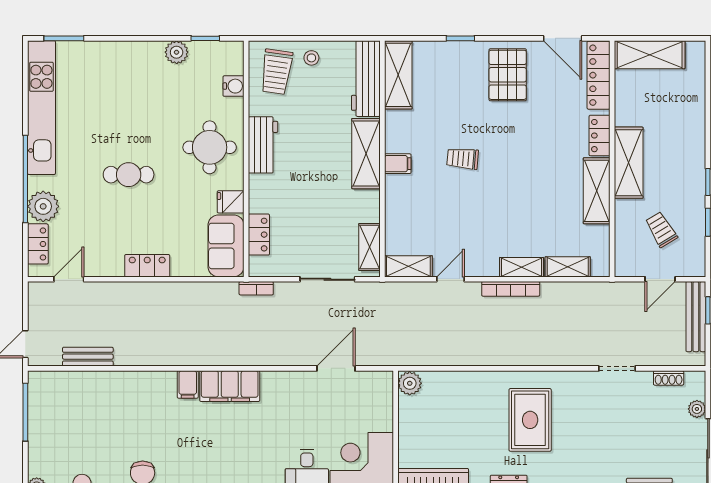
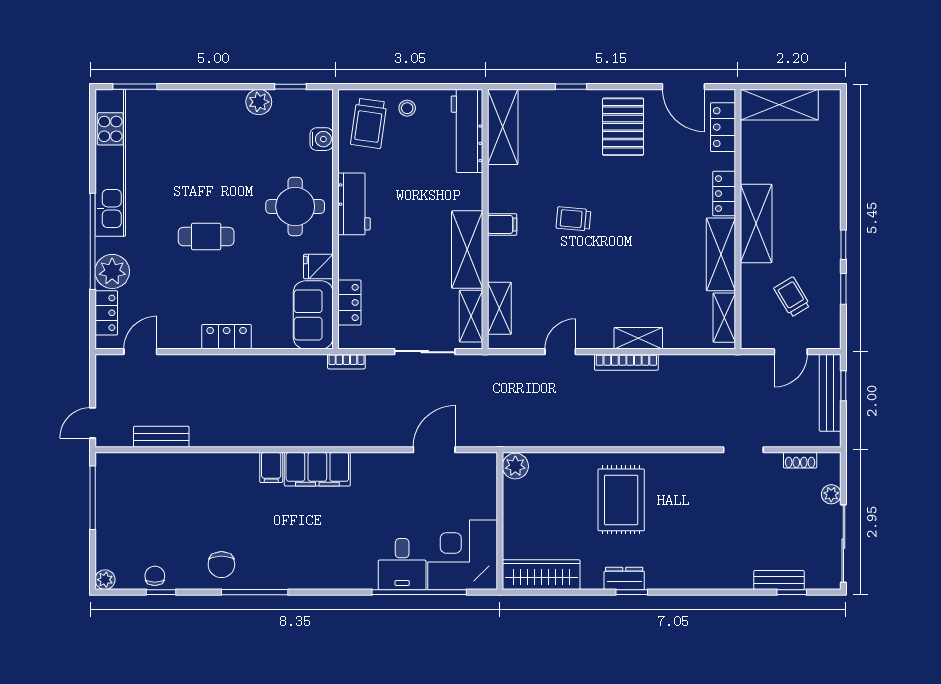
locker: (599, 75) -> (723, 127), width x0.66
shelving: (366, 154) -> (467, 250), moved
shelving: (408, 266) -> (499, 308), moved, turned 90
shelving: (568, 267) -> (724, 318), moved, turned 90
rug: (530, 420) -> (621, 500), moved

